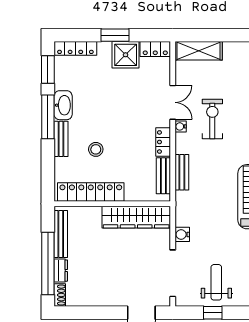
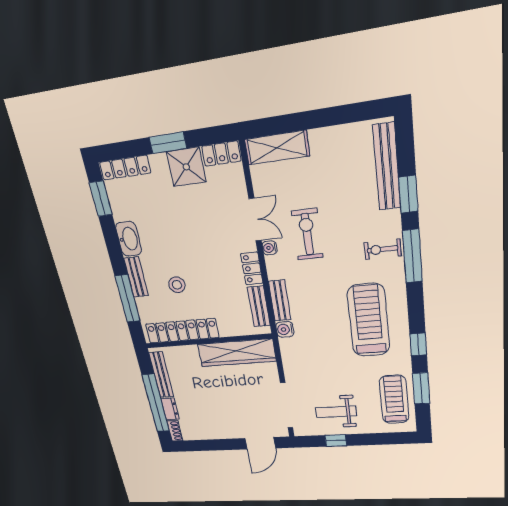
window: (48, 117) -> (128, 299), moved
water cooler: (182, 234) -> (285, 329), moved
weight bench: (216, 282) -> (336, 412), turned -90

